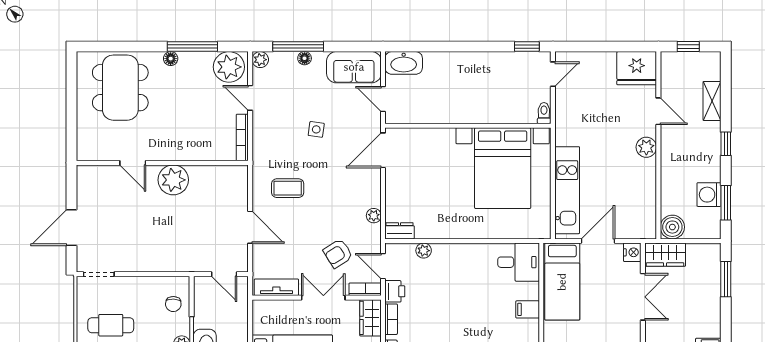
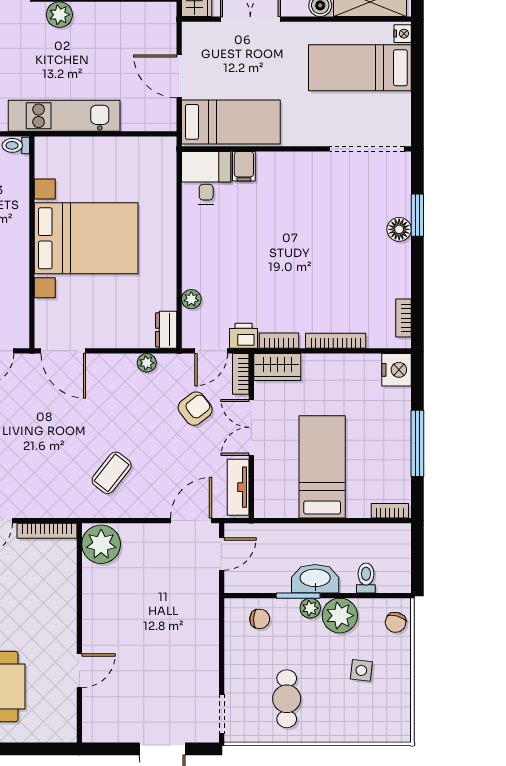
side table: (316, 129) -> (37, 436), removed
bed with nightstands: (503, 168) -> (86, 238), moved
plant: (173, 180) -> (101, 544), moved
coffee table: (288, 188) -> (112, 473), turned 38
kitchen unit: (567, 190) -> (64, 116), moved
door: (250, 227) -> (191, 521), moved
nightstand: (632, 252) -> (194, 33), removed
armchair: (338, 254) -> (195, 409), turned -96
filing cabinet: (528, 309) -> (244, 166), moved

